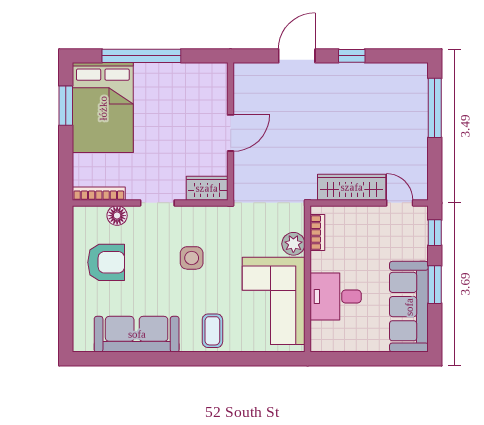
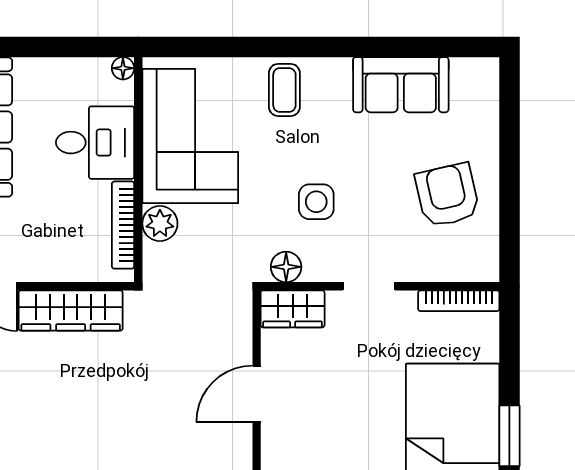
floor lamp: (117, 216) -> (286, 267), moved
bookcase: (317, 233) -> (123, 225), width x1.56
armchair: (106, 262) -> (447, 195), turned 77
sofa: (137, 334) -> (401, 85), width x0.73
floor lamp: (317, 345) -> (123, 68), added

